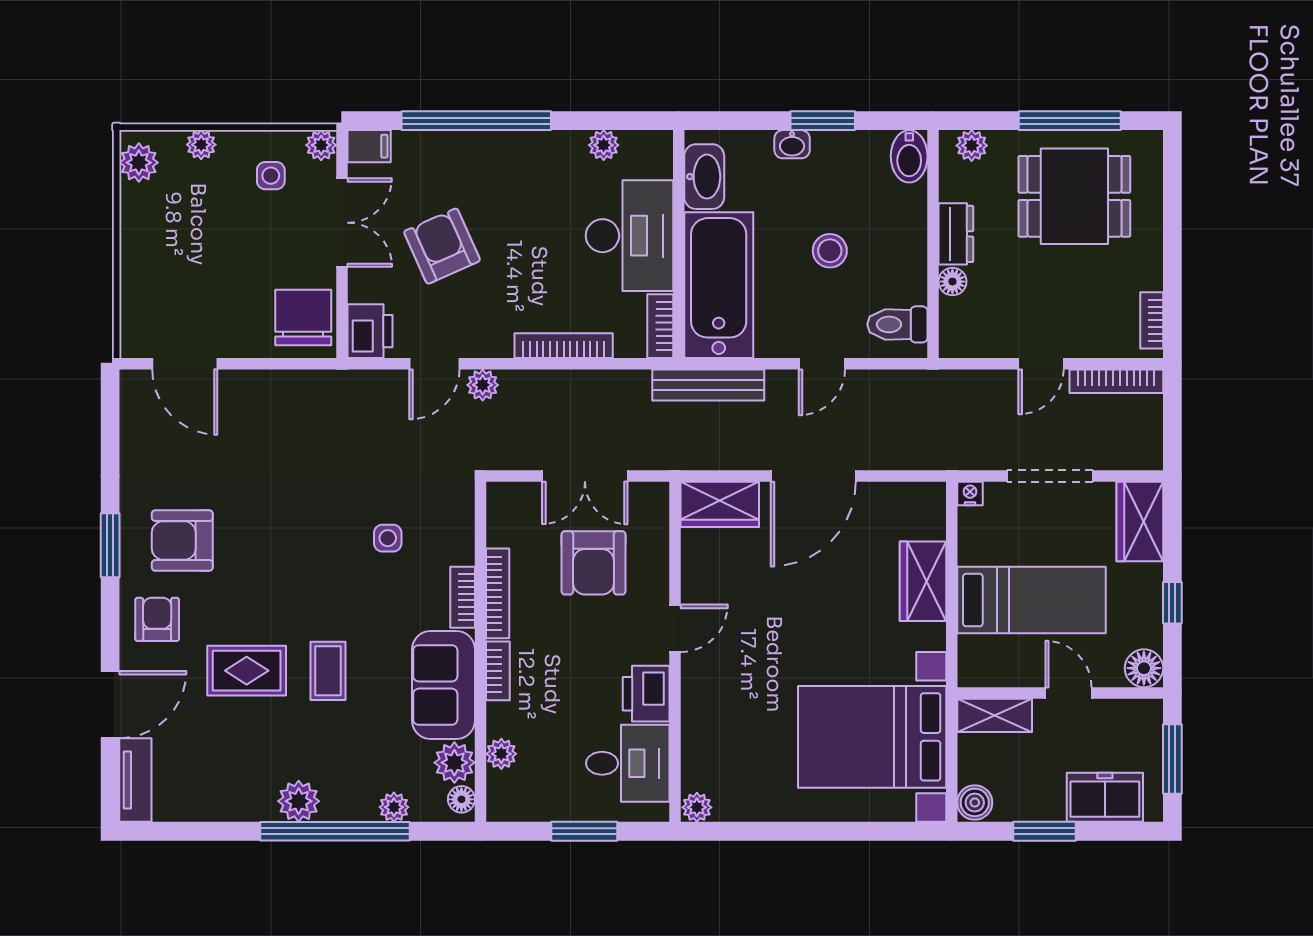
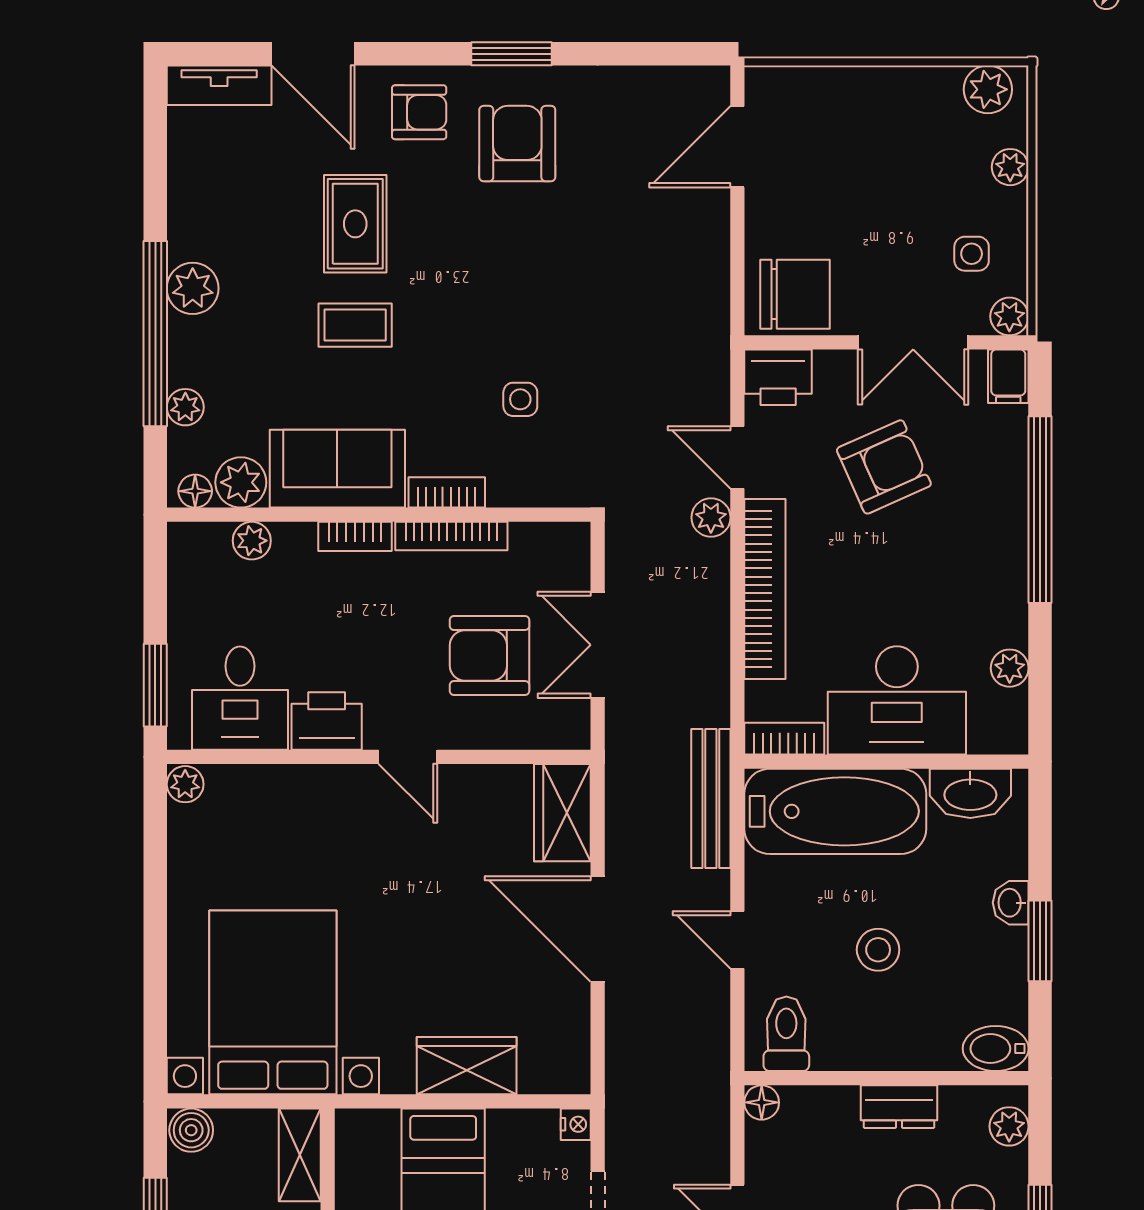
floor lamp: (952, 282) -> (762, 1102), moved
bookcase: (564, 346) -> (765, 589), width x1.48, depth x1.31
window: (584, 831) -> (155, 685), moved

